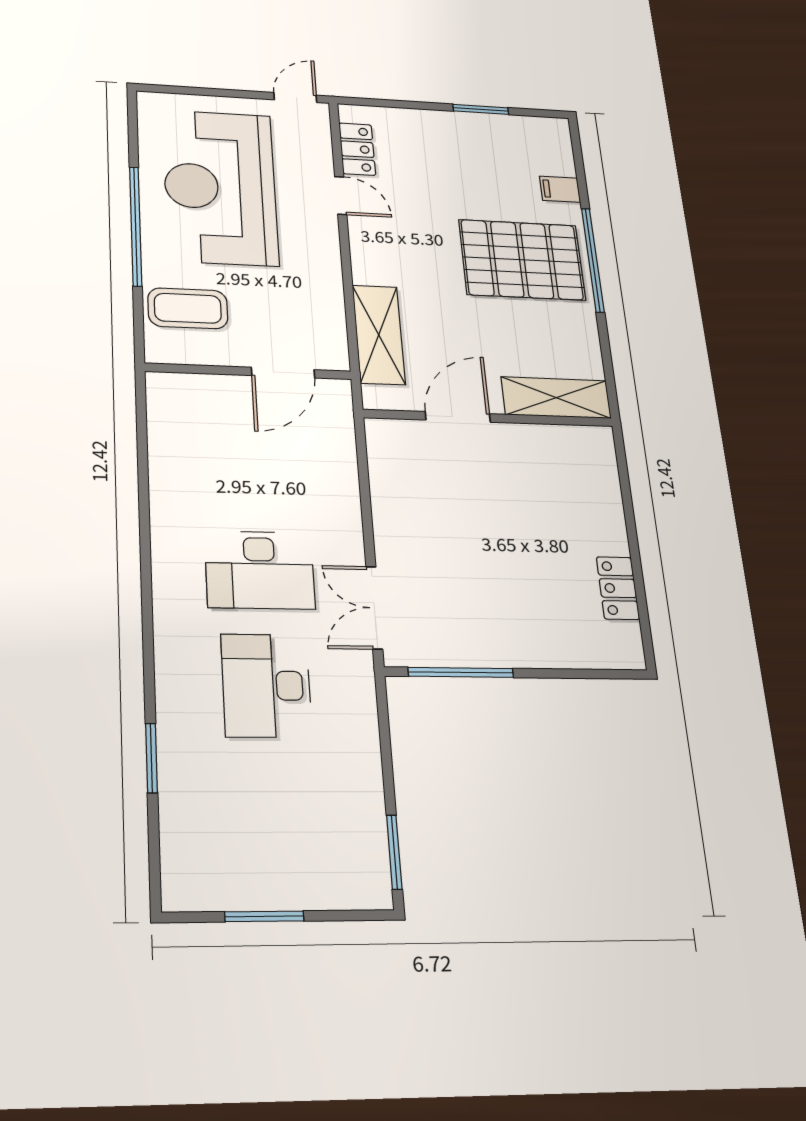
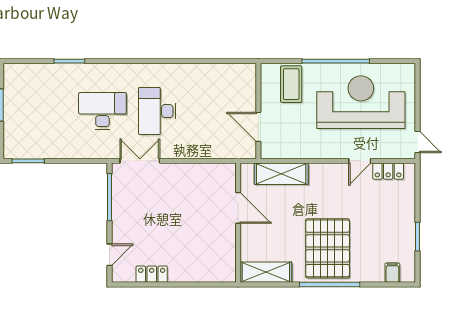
filing cabinet: (560, 189) -> (392, 273), moved
shelving: (556, 398) -> (266, 272), moved, turned 90
door: (588, 674) -> (110, 255), added

